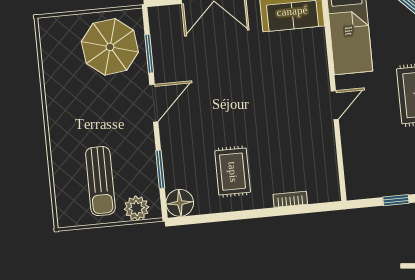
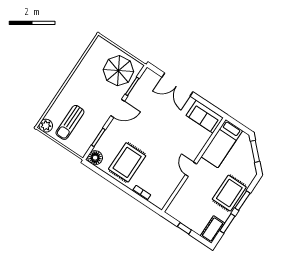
door: (335, 105) -> (191, 169), swing flipped
rug: (233, 172) -> (127, 162), width x1.36, depth x1.43
plant: (137, 208) -> (46, 126), moved

